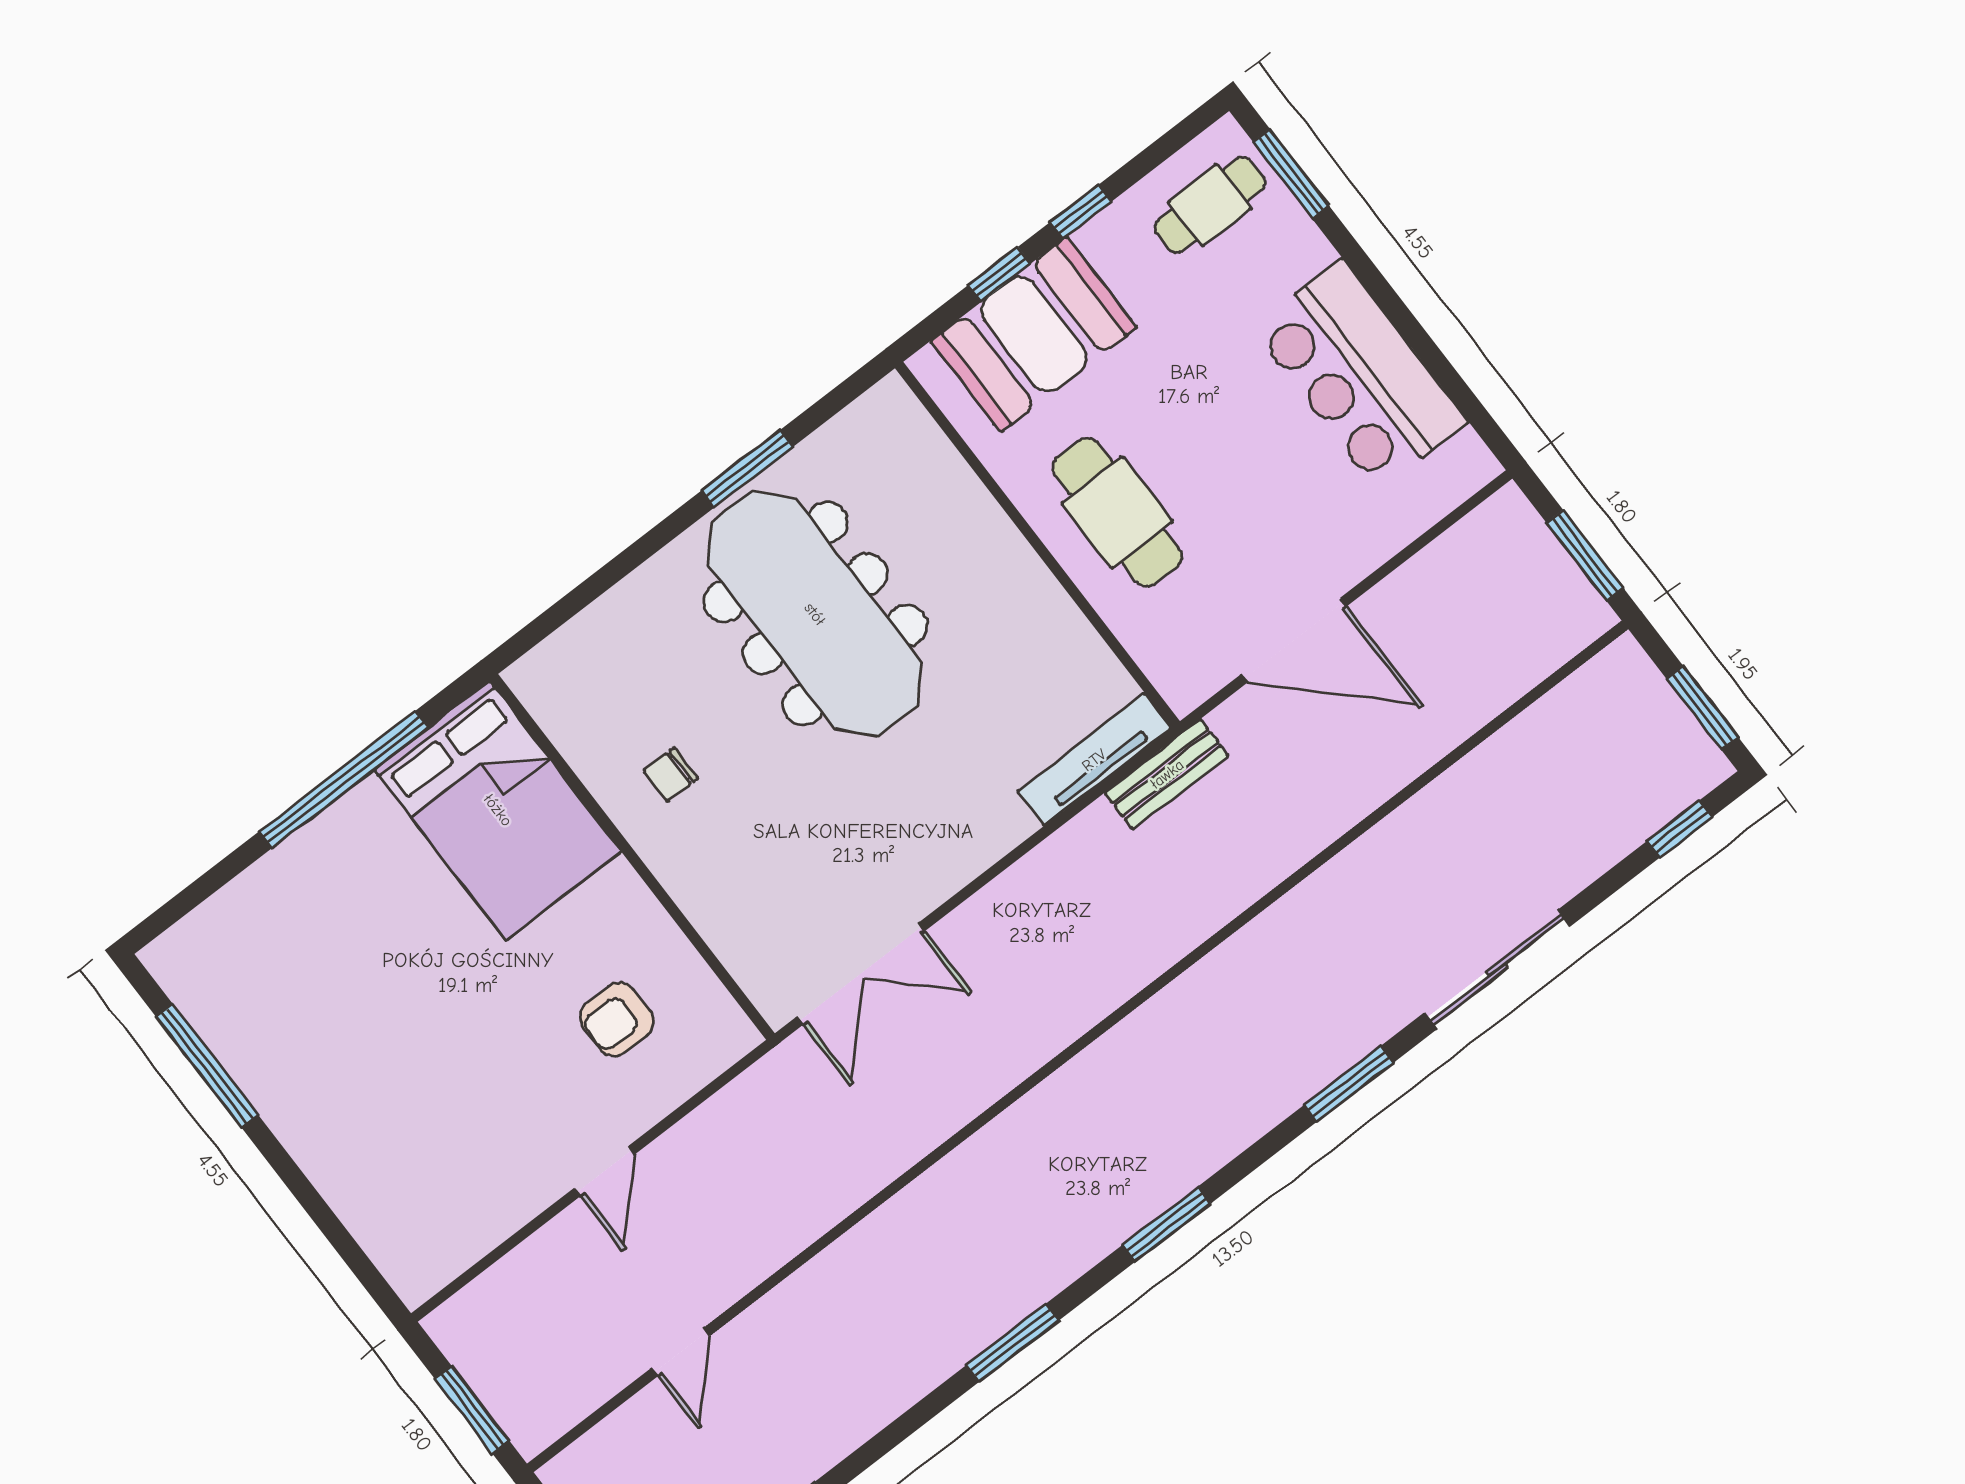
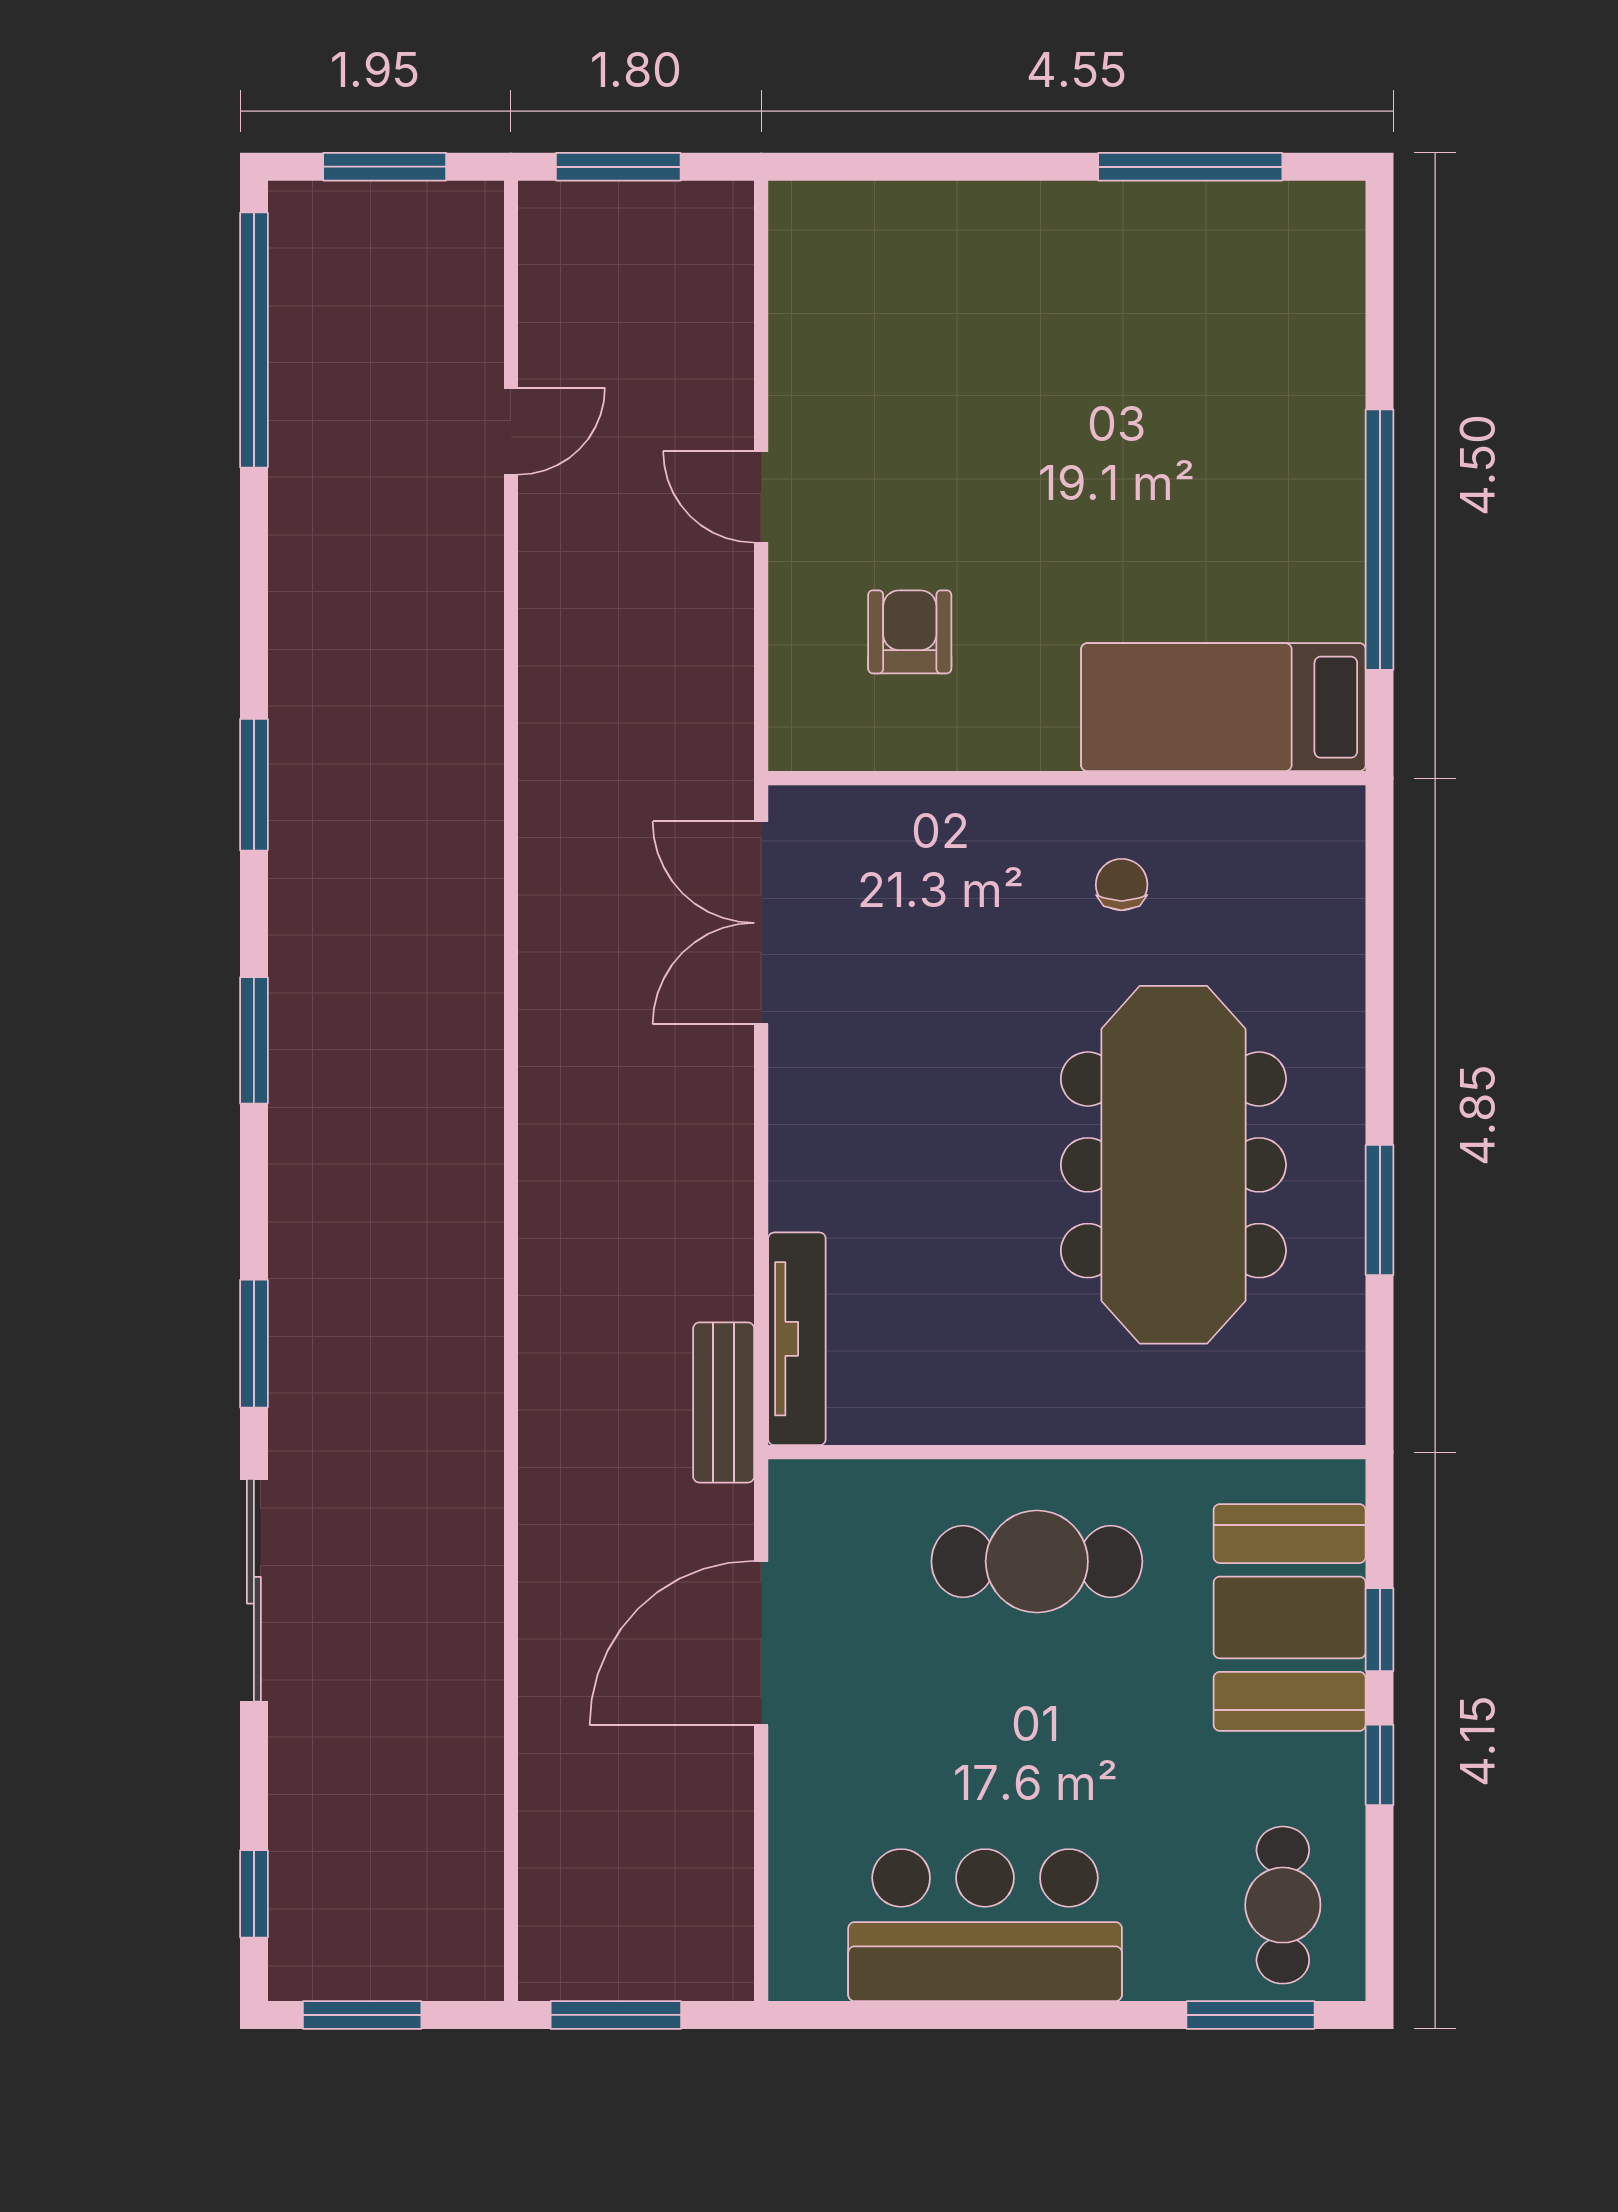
meeting table: (815, 614) -> (1173, 1165), turned 90
bed: (498, 810) -> (1223, 707), width x0.67
door: (681, 1352) -> (511, 431), swing flipped

